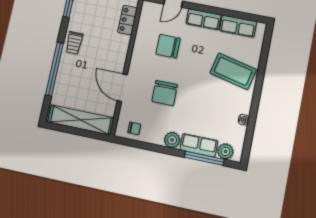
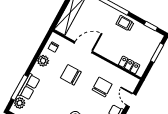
plant: (172, 140) -> (43, 61), moved

